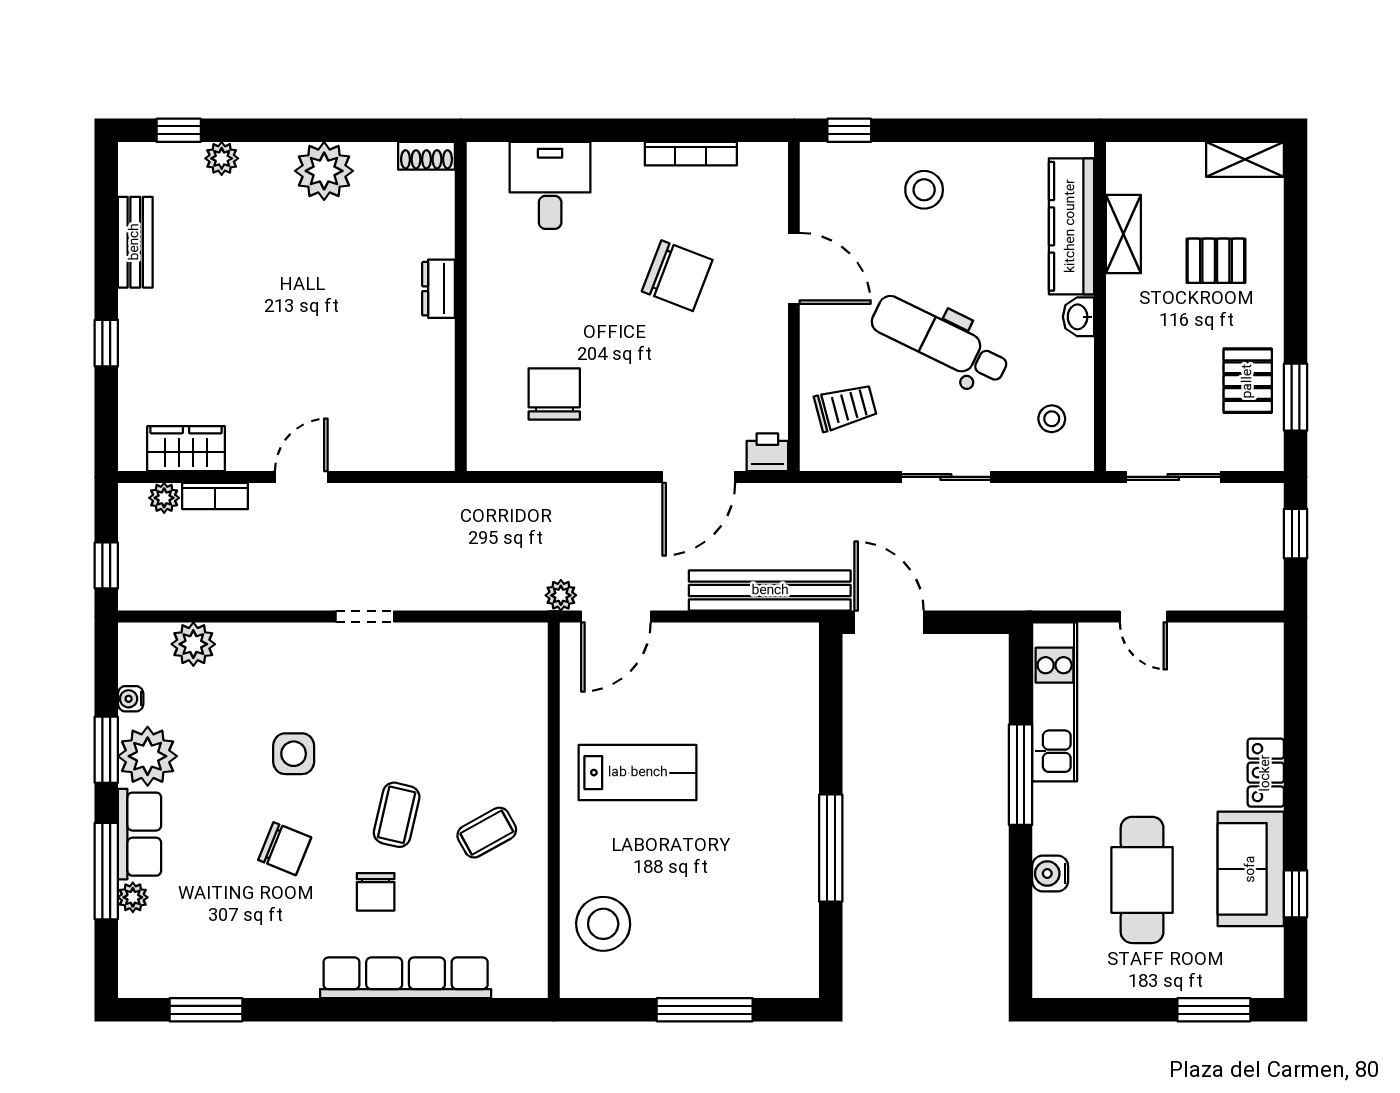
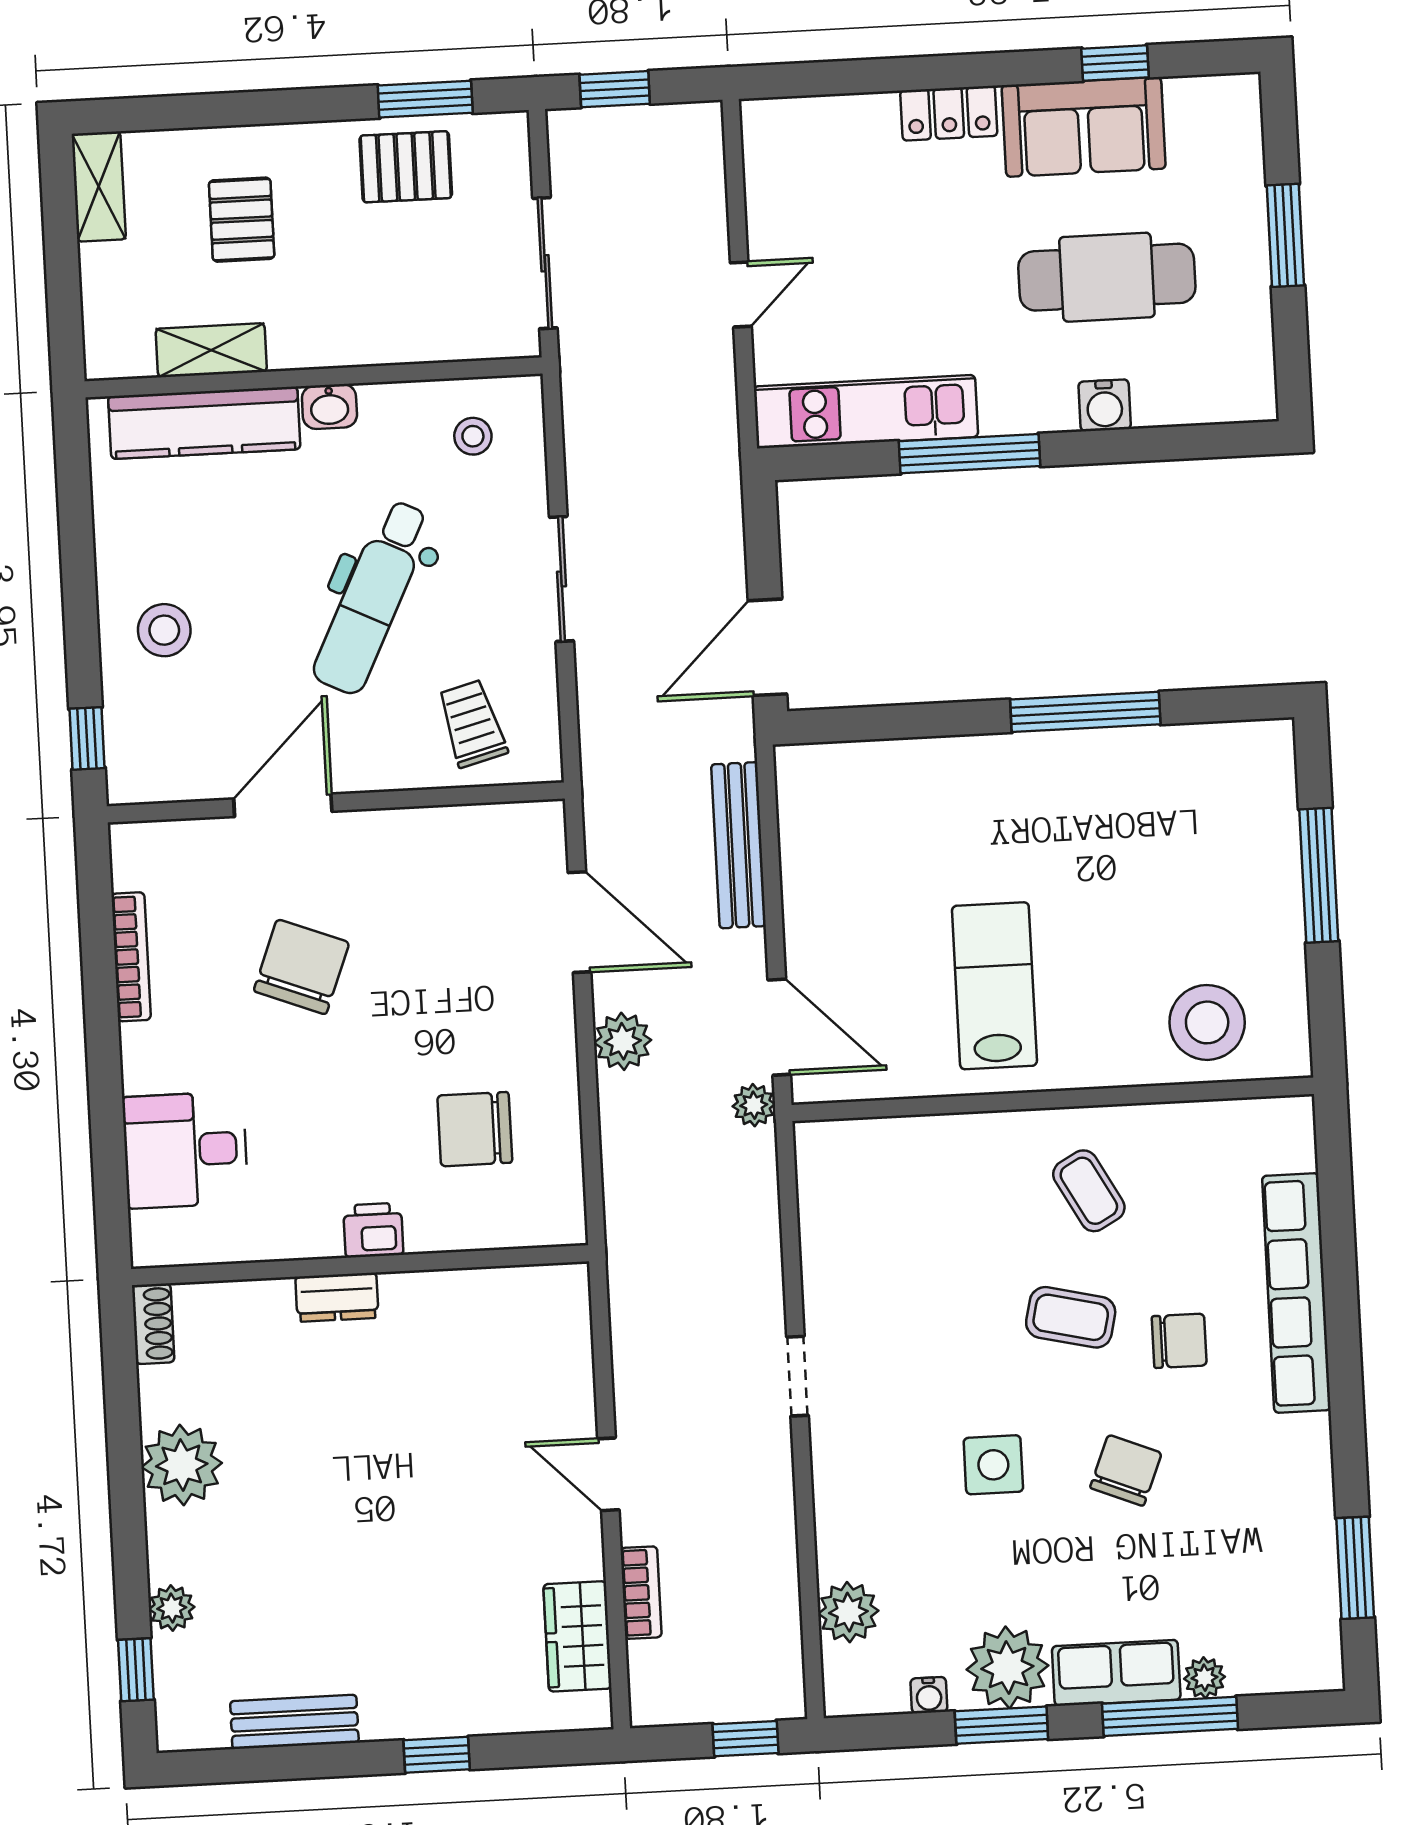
printer: (767, 452) -> (373, 1230), moved, turned 90
plant: (164, 498) -> (623, 1041), moved, width x1.38, depth x1.38
bench: (770, 591) -> (739, 845), width x0.73, depth x0.82
window: (1214, 1010) -> (1285, 235), moved

